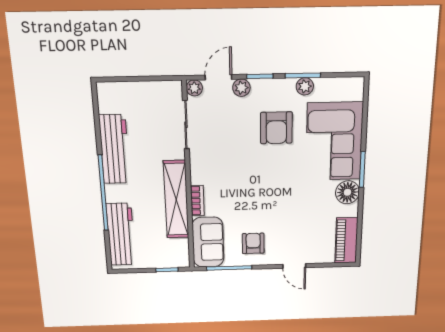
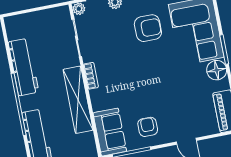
armchair: (276, 128) -> (148, 28), turned -90
bookcase: (197, 201) -> (91, 76), moved

